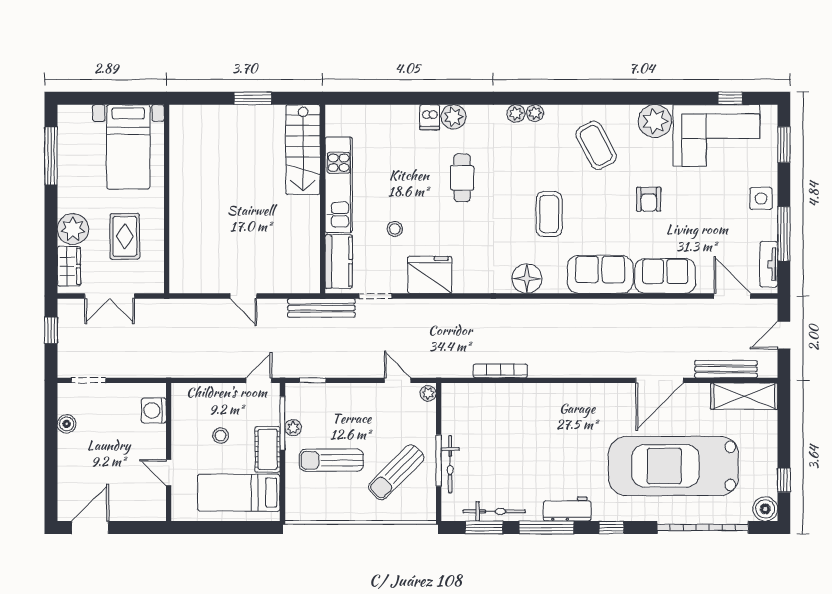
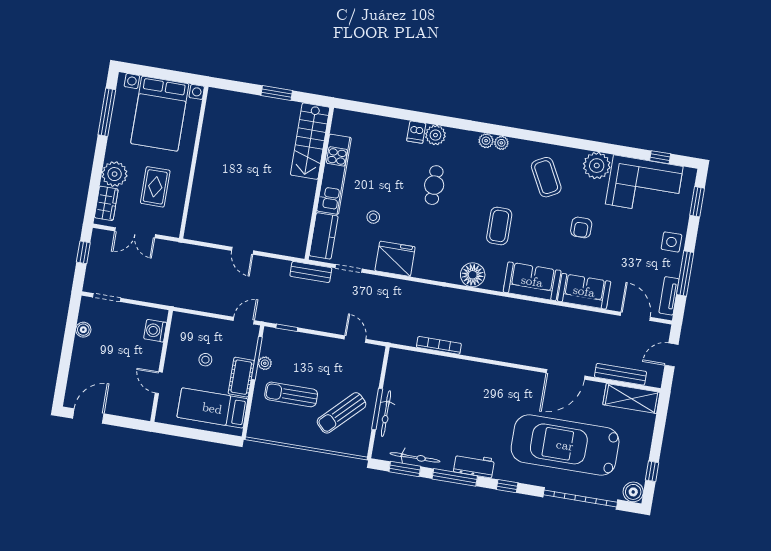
bed with nightstands: (128, 147) -> (160, 114), width x1.36
bench: (321, 308) -> (311, 272), width x0.73
plant: (428, 393) -> (378, 354), removed

